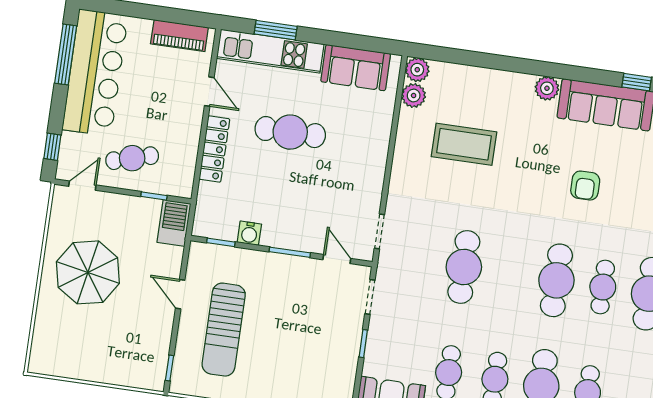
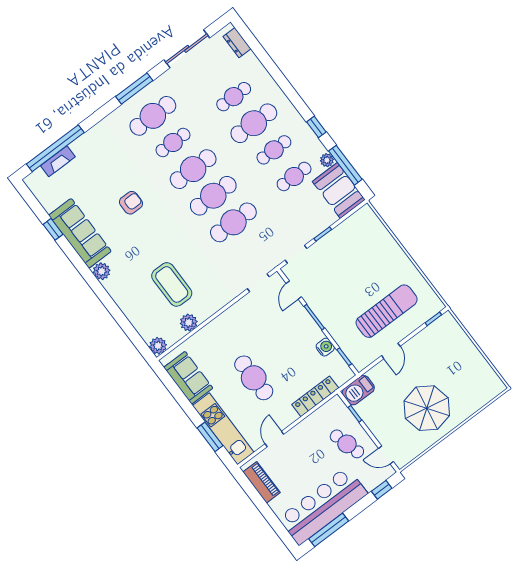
plant: (414, 96) -> (189, 323), moved
locker: (214, 149) -> (315, 396), moved
cafe table: (510, 274) -> (213, 196), added

